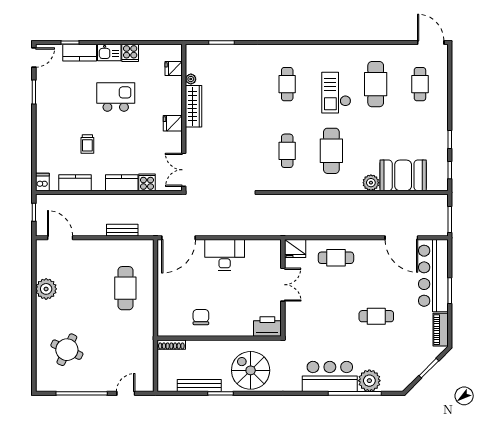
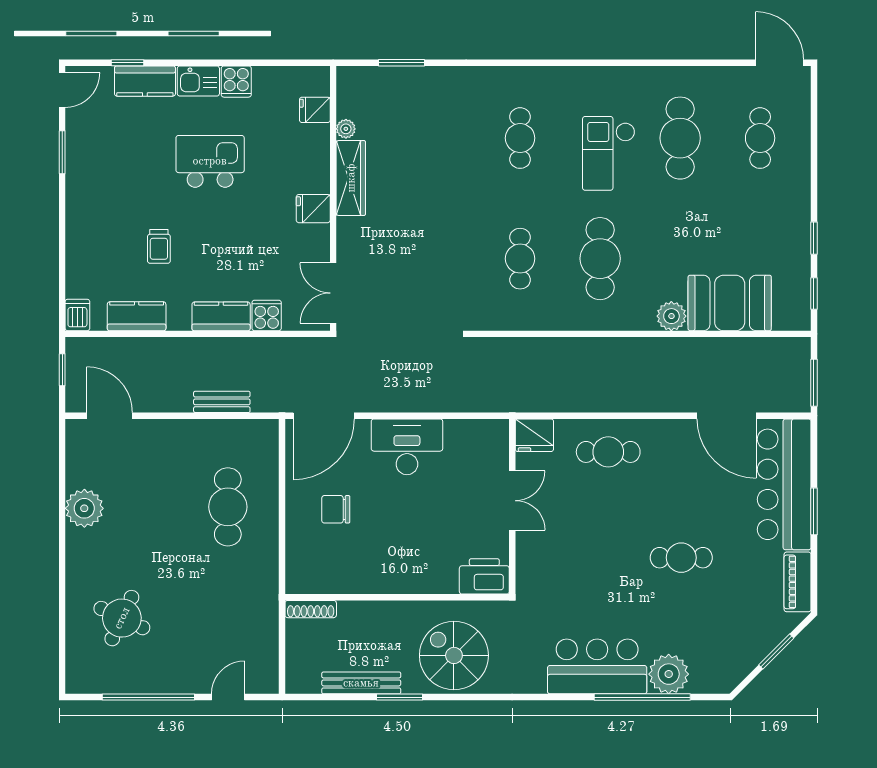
chair: (201, 317) -> (336, 509), moved, turned -90

